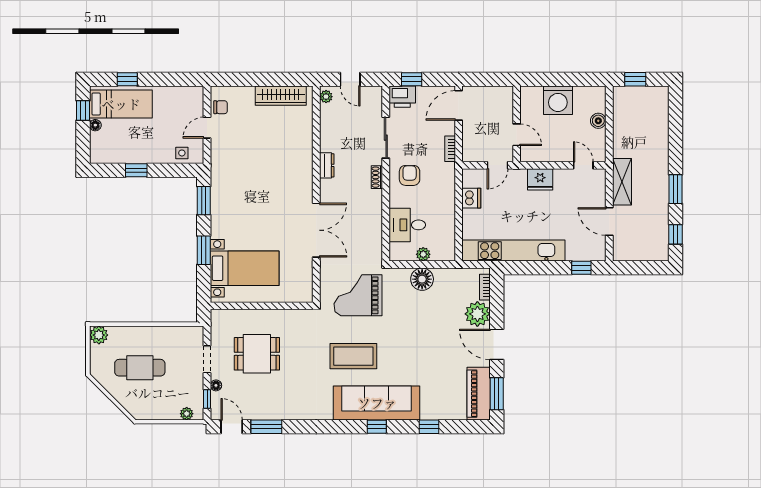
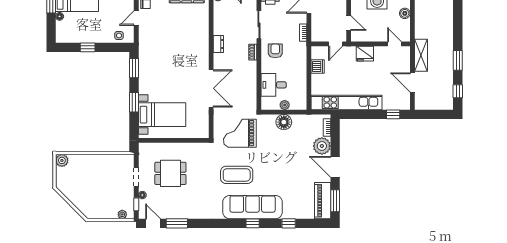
cafe table: (140, 368) -> (90, 183), removed

